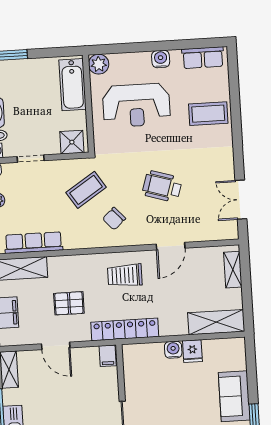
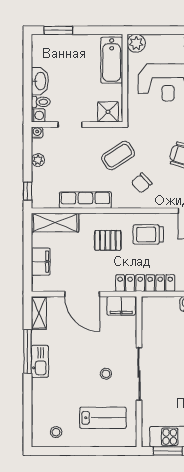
row of seats: (34, 243) -> (85, 200), moved
pallet: (69, 303) -> (108, 240), moved
door: (56, 346) -> (82, 294), width x1.36
filing cabinet: (108, 356) -> (121, 306), width x2.00

